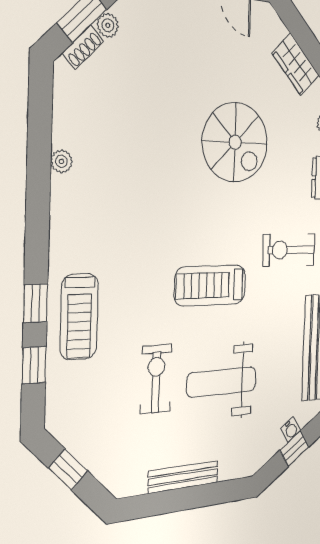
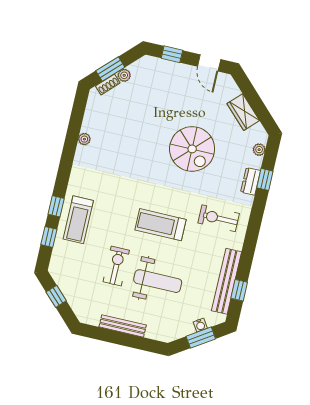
weight bench: (222, 382) -> (158, 281), turned 180
window: (294, 449) -> (201, 338), width x1.50

